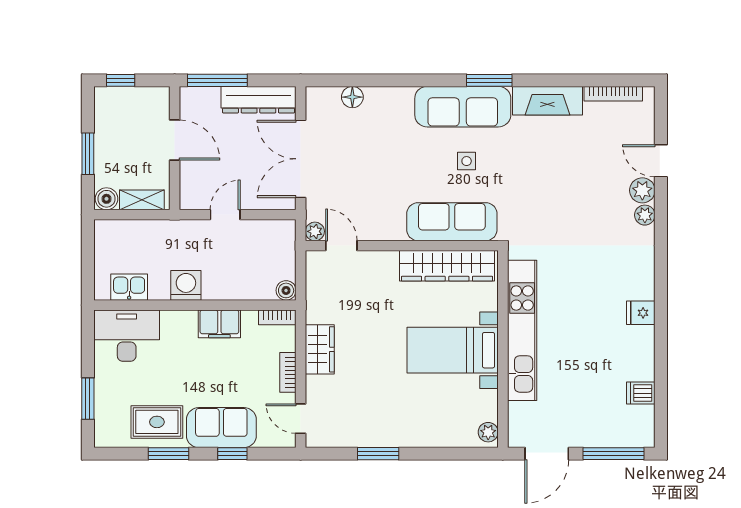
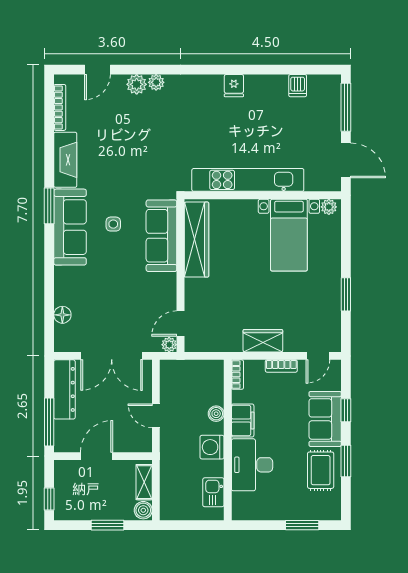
door: (661, 161) -> (97, 70), moved
boiler: (286, 290) -> (216, 414), moved
desk: (127, 336) -> (252, 465), moved
bed with nightstands: (453, 350) -> (289, 235), moved

